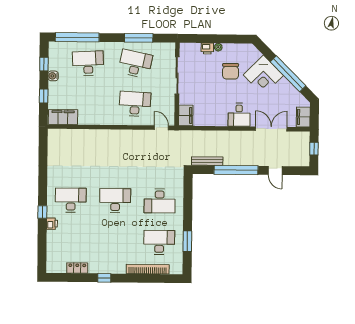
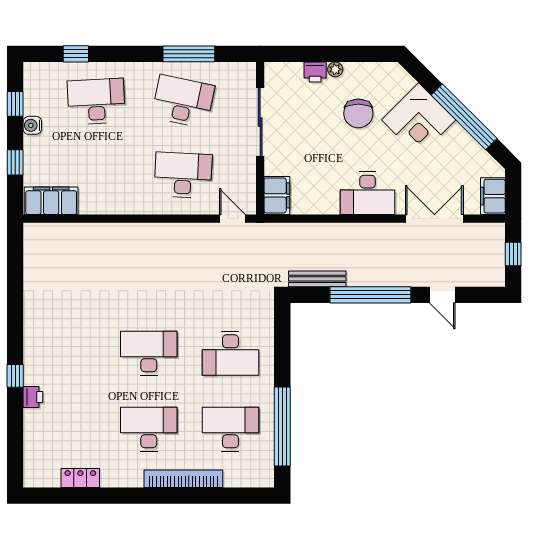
window: (77, 37) -> (76, 54), width x0.32
desk: (239, 115) -> (368, 193), width x1.37
desk: (71, 200) -> (149, 429), moved
window: (187, 241) -> (282, 427), width x2.11
bookcase: (148, 269) -> (183, 479), moved
window: (104, 278) -> (130, 496), removed

